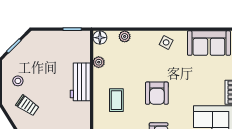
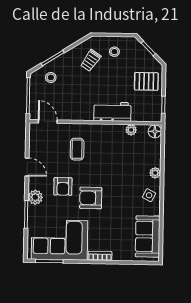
plant: (125, 36) -> (155, 173), moved
pallet: (48, 47) -> (146, 81), added
armchair: (157, 93) -> (91, 198), moved
coffee table: (116, 100) -> (77, 149), moved, turned 90

